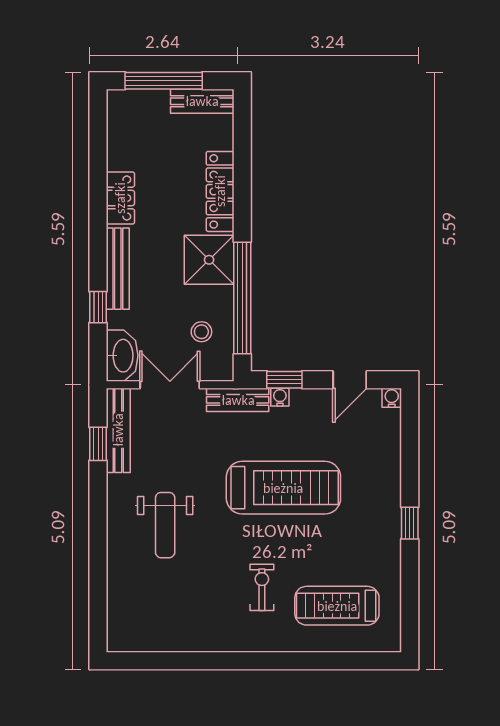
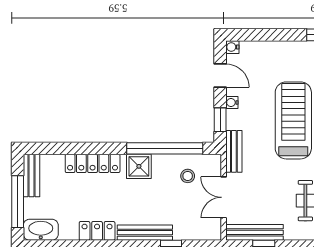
shower: (209, 260) -> (139, 166), width x0.73, depth x0.73
washbasin: (122, 356) -> (41, 230), moved
water cooler: (280, 397) -> (232, 102), moved

